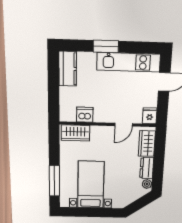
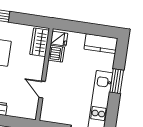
fridge: (150, 116) -> (59, 39), moved
wardrobe: (147, 144) -> (21, 110), removed

